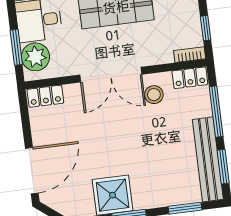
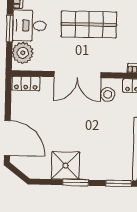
window: (16, 47) -> (10, 28), moved
door: (32, 171) -> (7, 138), hinge flipped

